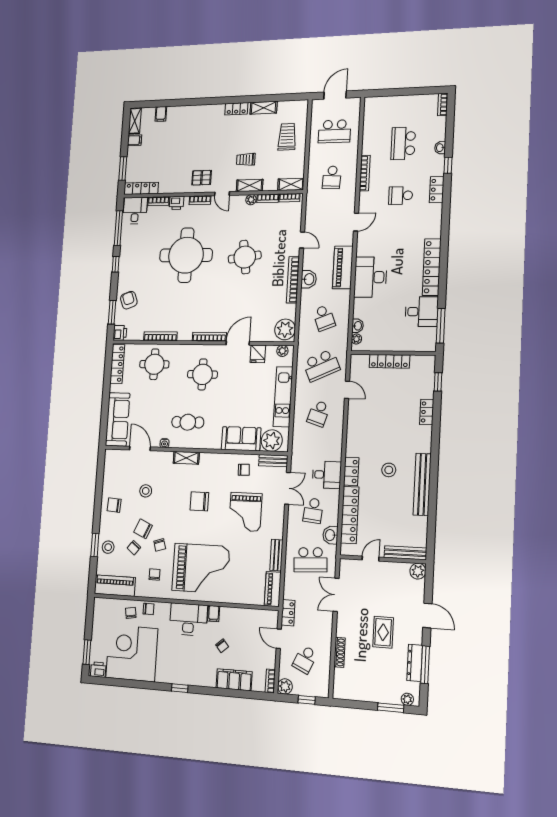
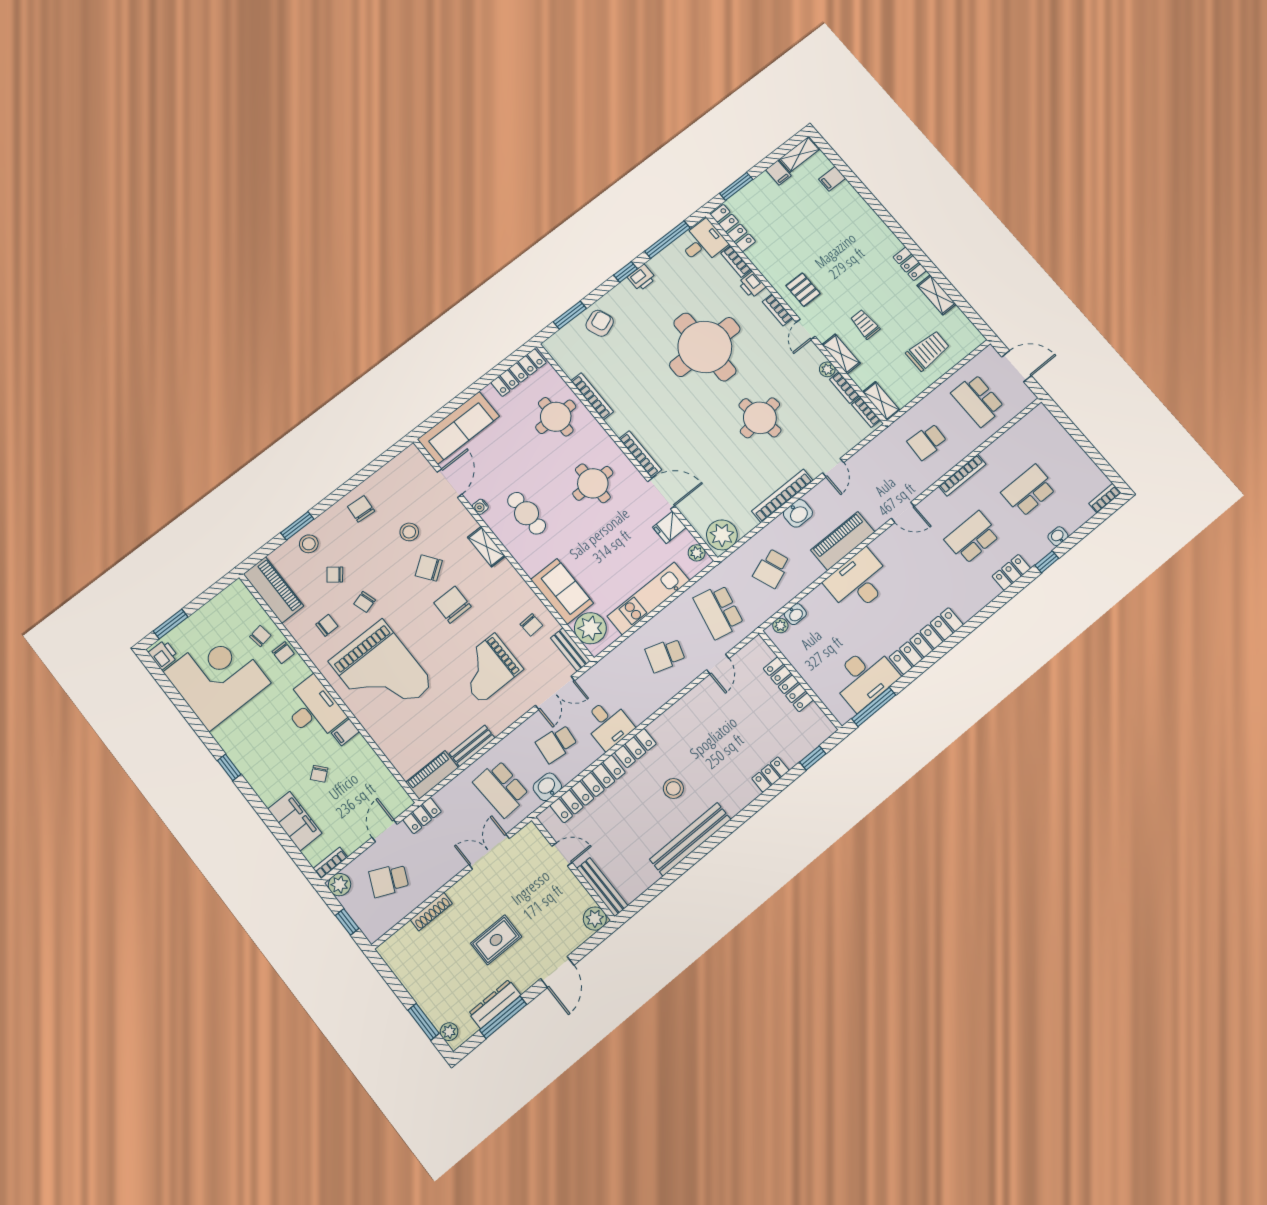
school desk: (401, 195) -> (972, 537), width x1.85
desk: (422, 312) -> (864, 677), width x1.37
printer: (120, 333) -> (642, 278), moved
school desk: (321, 365) -> (719, 611), turned 36
chair: (143, 529) -> (429, 568), moved, turned -60

